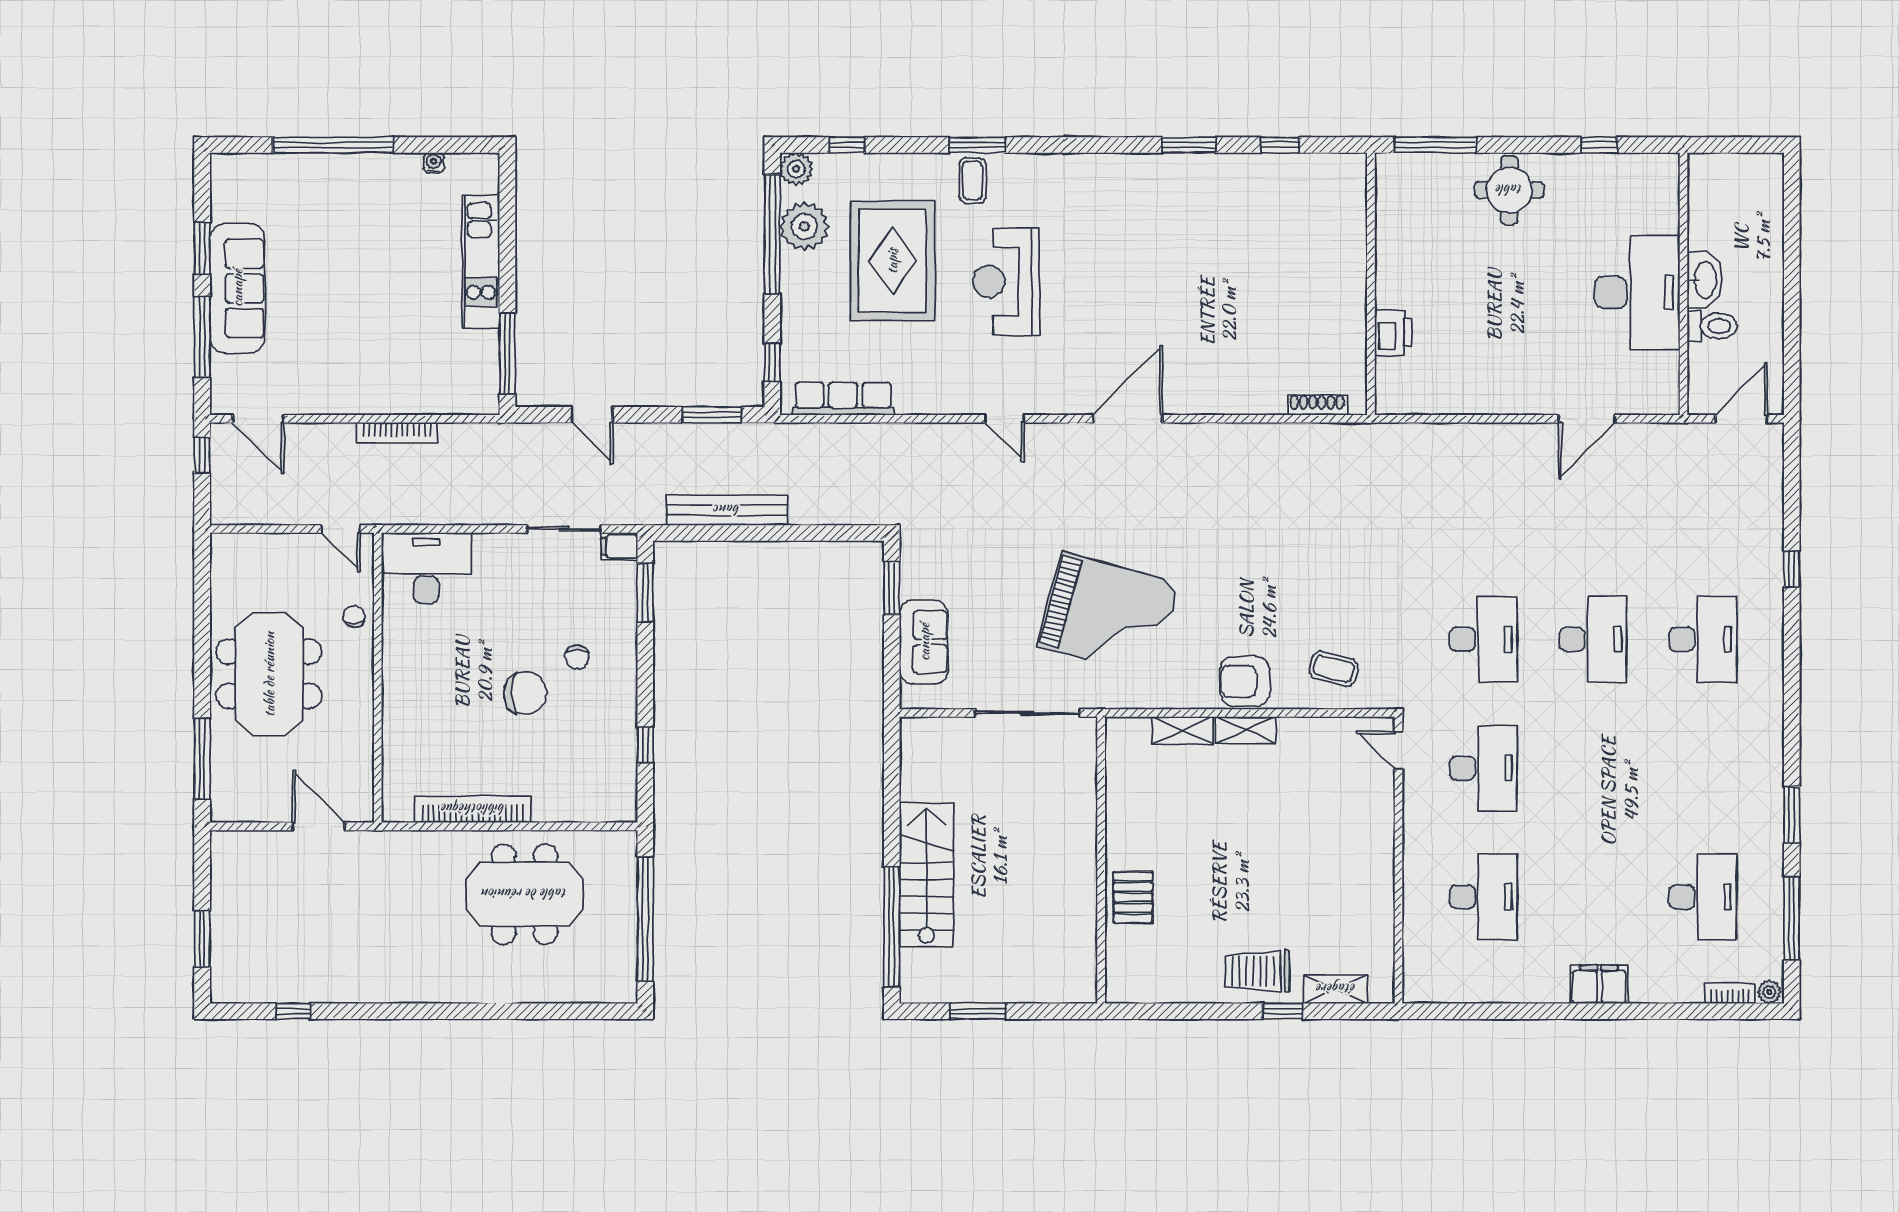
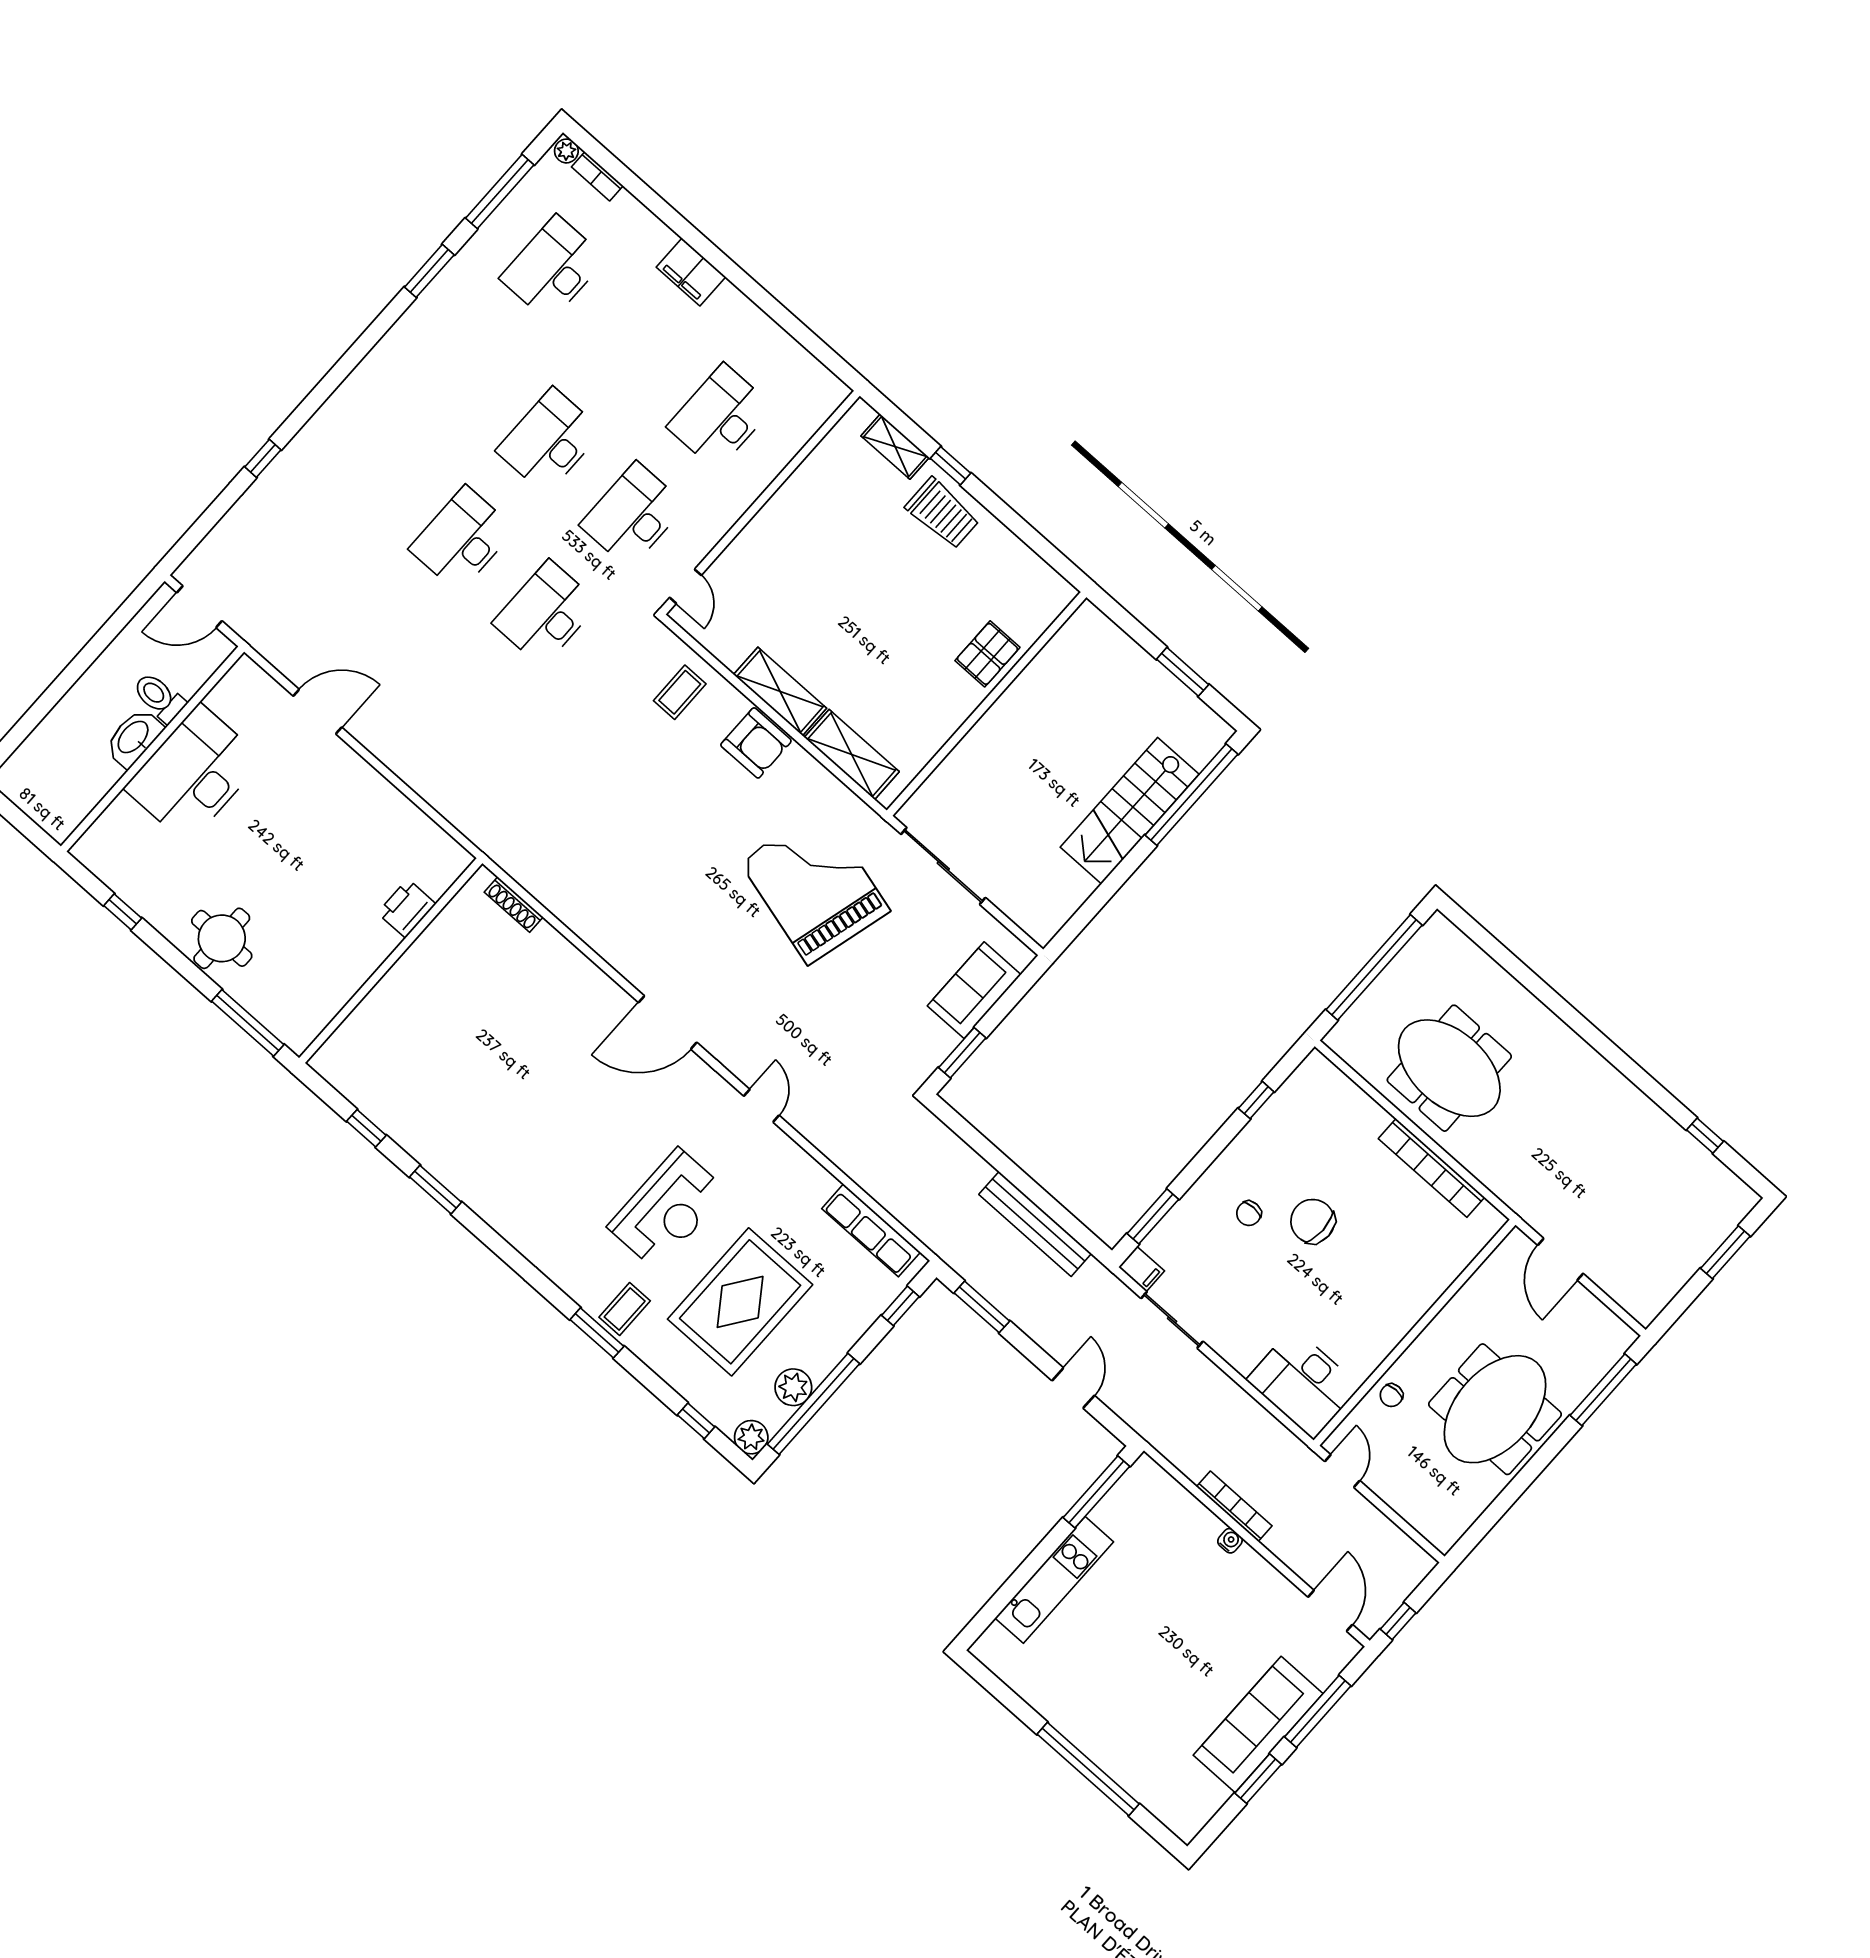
water cooler: (434, 163) -> (1230, 1541), moved, turned 180
plant: (804, 226) -> (793, 1387), width x0.73, depth x0.73
desk: (1703, 639) -> (549, 441), moved
chair: (577, 657) -> (1249, 1213), turned 180
coffee table: (1334, 669) -> (680, 692), turned 75
shelving: (1182, 730) -> (852, 755), width x1.50, depth x1.33
shelving: (1246, 730) -> (780, 691), width x1.50, depth x1.33

